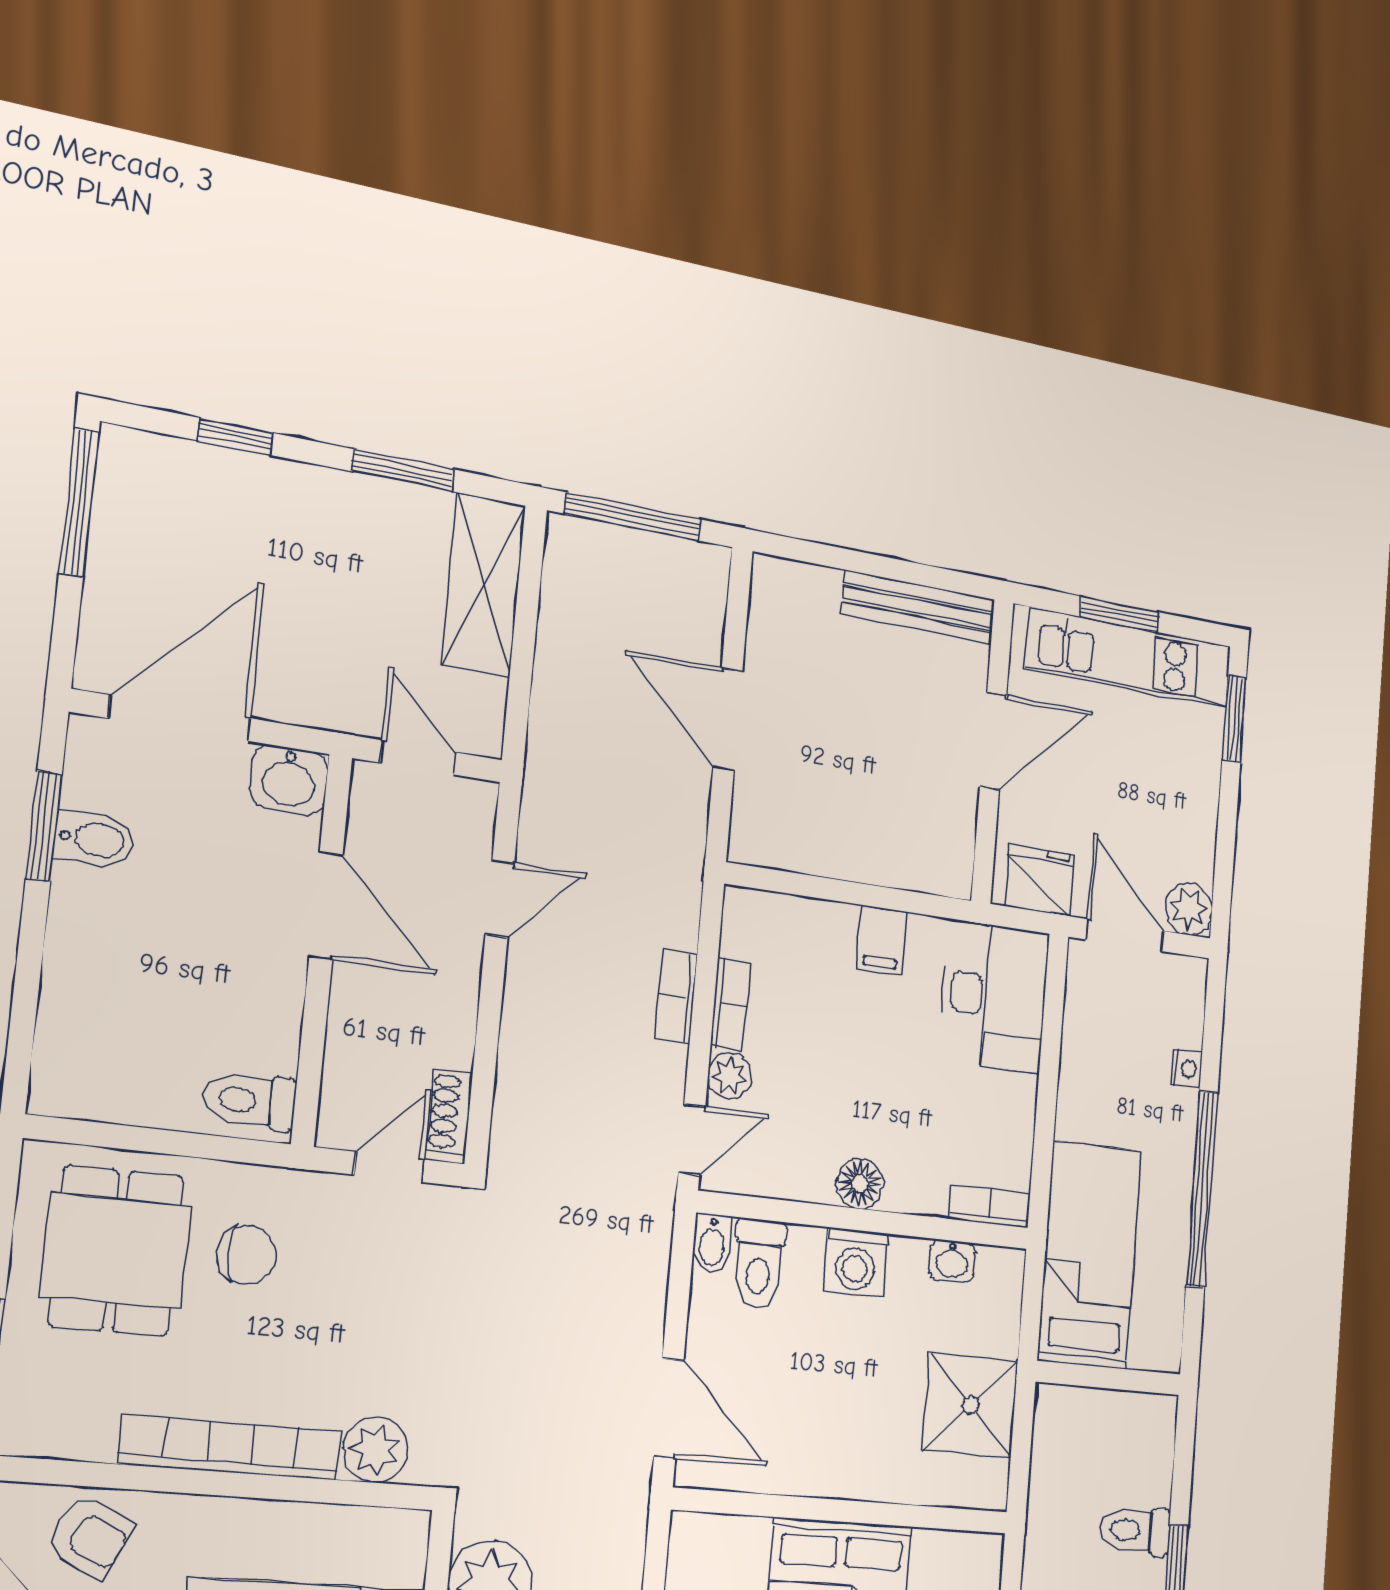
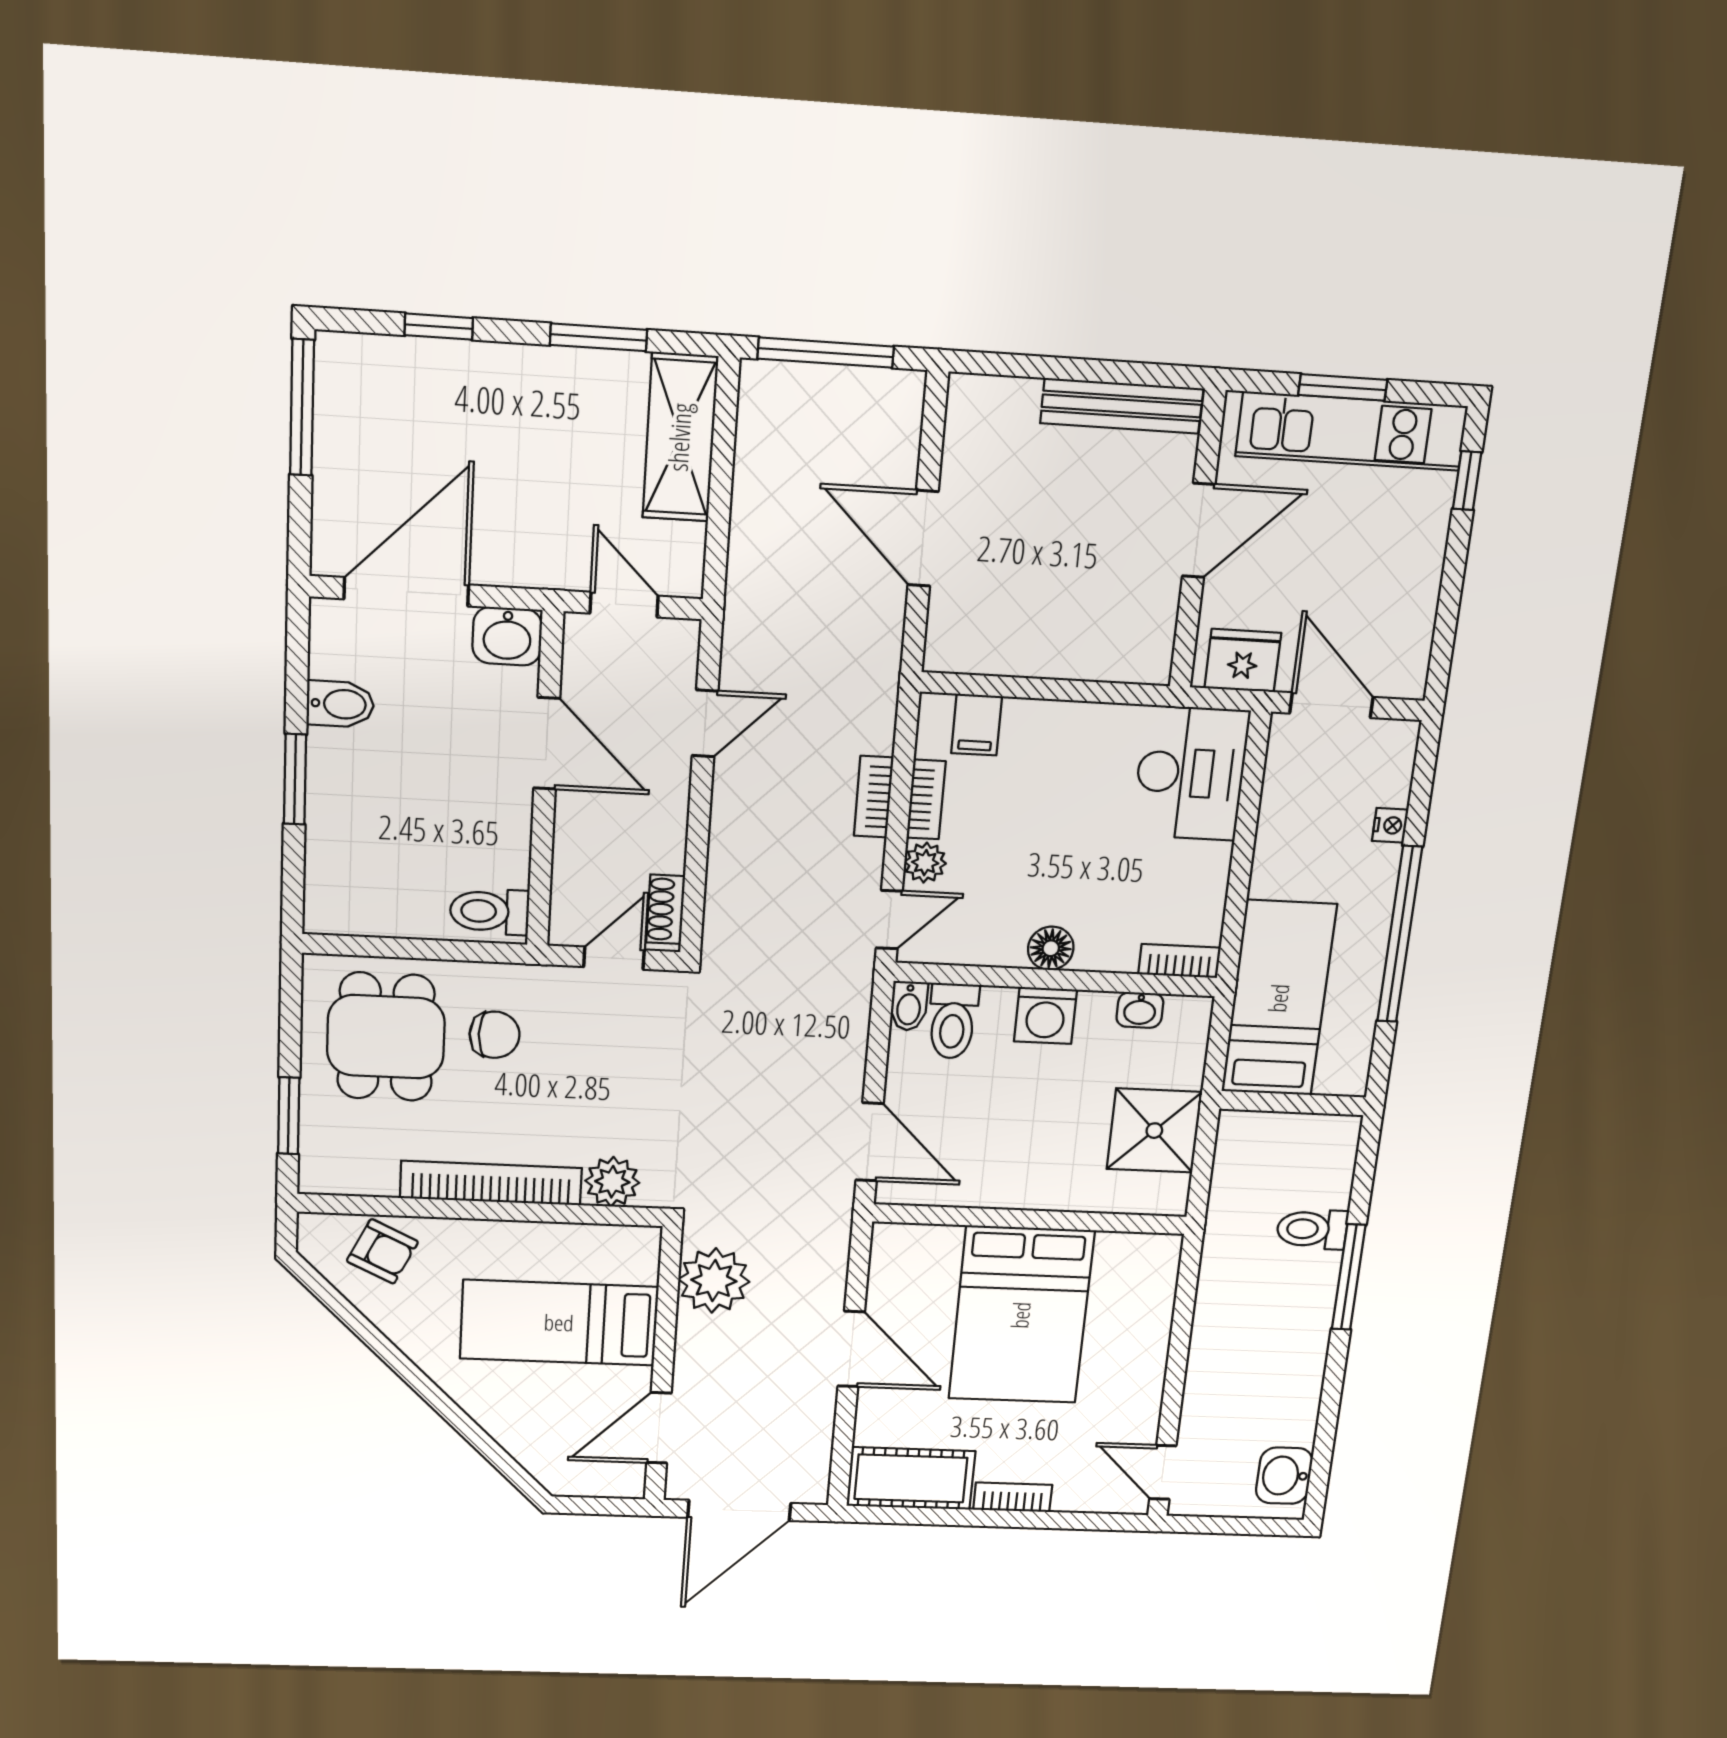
window: (1234, 719) -> (1467, 481), width x0.67
window: (44, 826) -> (295, 779), moved
plant: (1189, 909) -> (1403, 674), removed
filing cabinet: (881, 940) -> (977, 725), moved

